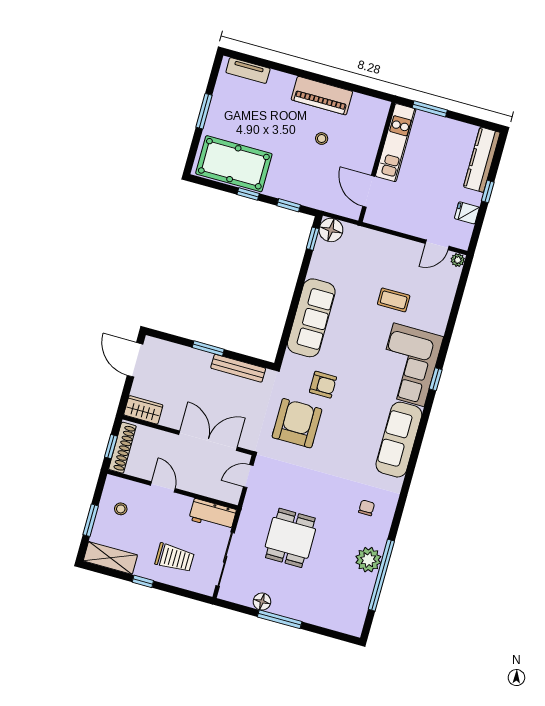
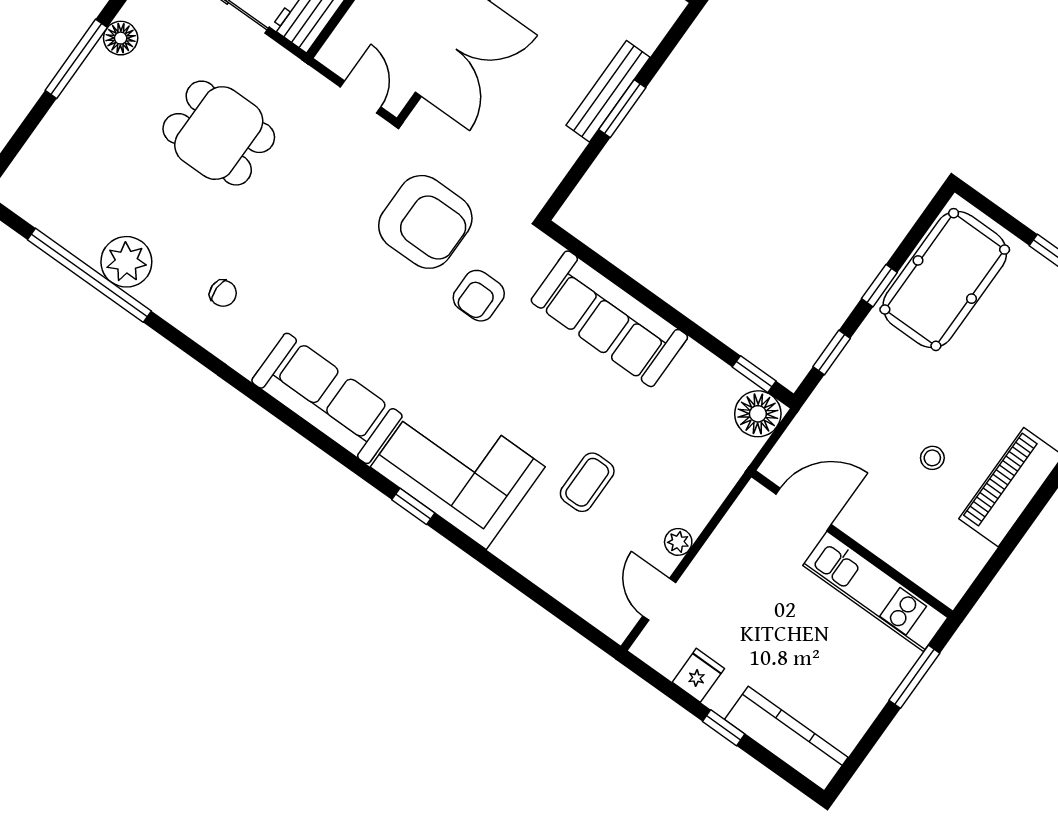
plant: (458, 260) -> (678, 542), moved
bench: (238, 368) -> (608, 91), moved

